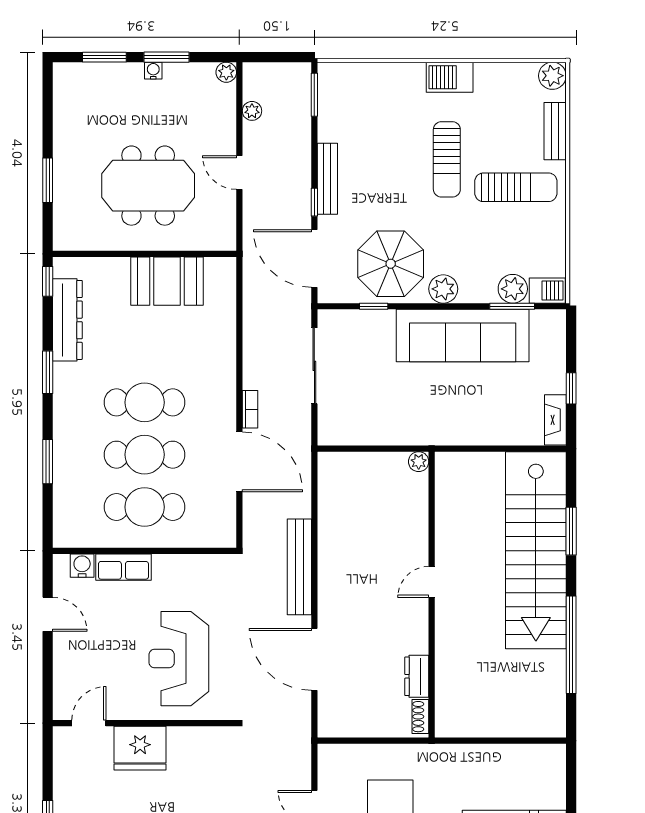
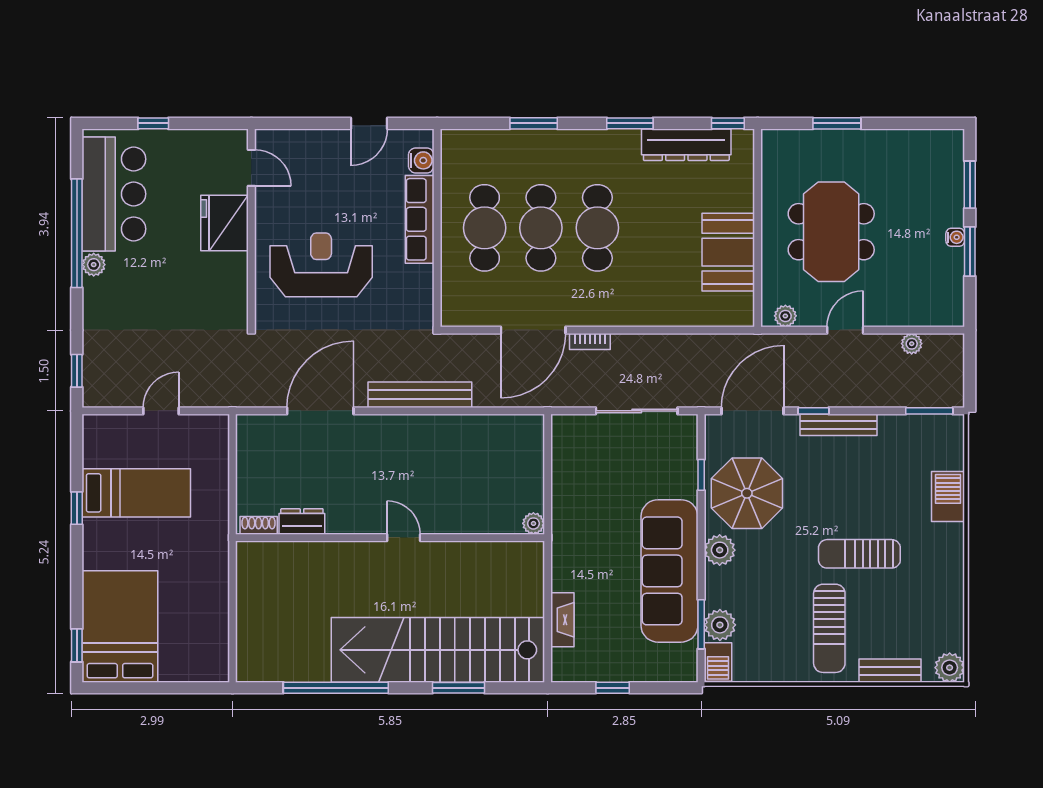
plant: (226, 72) -> (785, 316), moved
barbecue: (450, 77) -> (948, 496), moved
fireplace: (555, 420) -> (562, 620), moved, turned 90
row of seats: (123, 567) -> (420, 219), width x1.48

